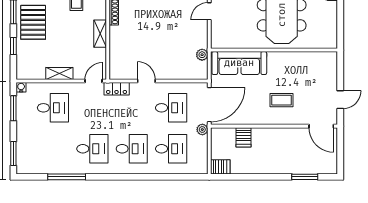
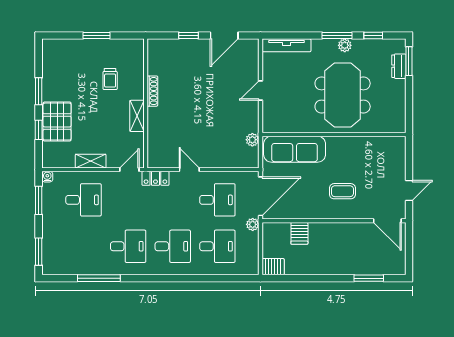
pallet: (33, 22) -> (57, 122), moved

